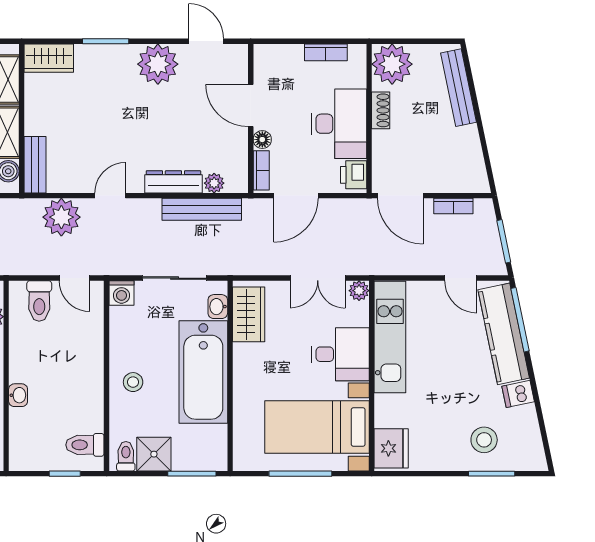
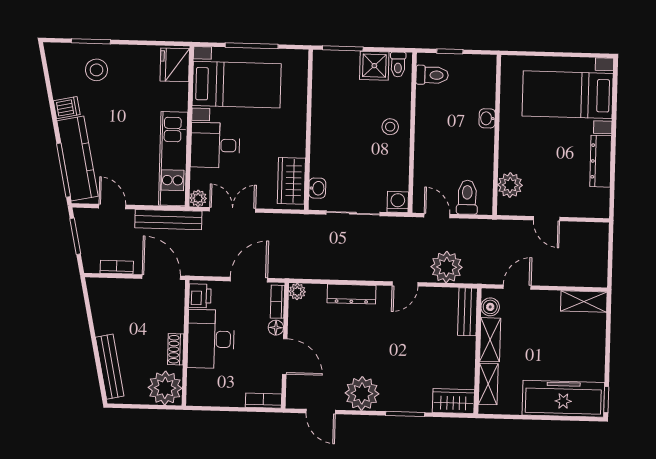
bookcase: (326, 52) -> (264, 401), moved
plant: (214, 183) -> (297, 292), moved
bench: (202, 209) -> (168, 220), moved
bathtub: (203, 372) -> (331, 133), removed

